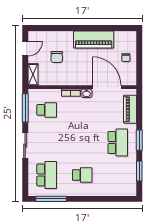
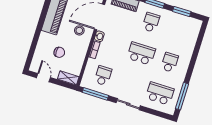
stool: (86, 71) -> (79, 30), added
school desk: (82, 142) -> (141, 53), added
school desk: (118, 142) -> (151, 22), width x0.54

